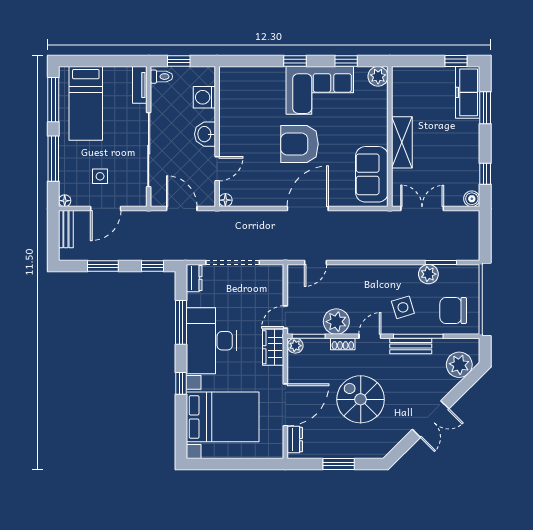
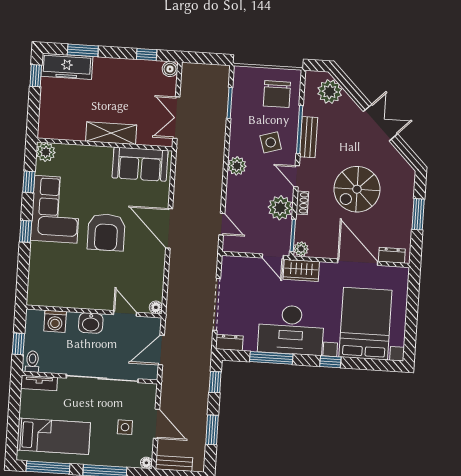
plant: (428, 274) -> (237, 166), moved

